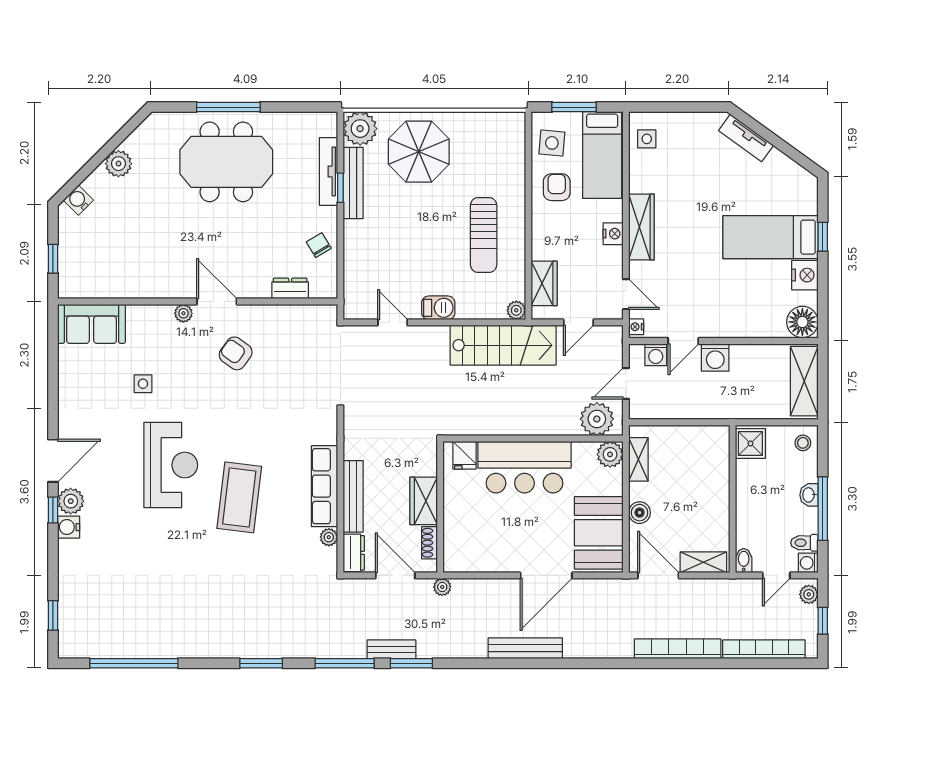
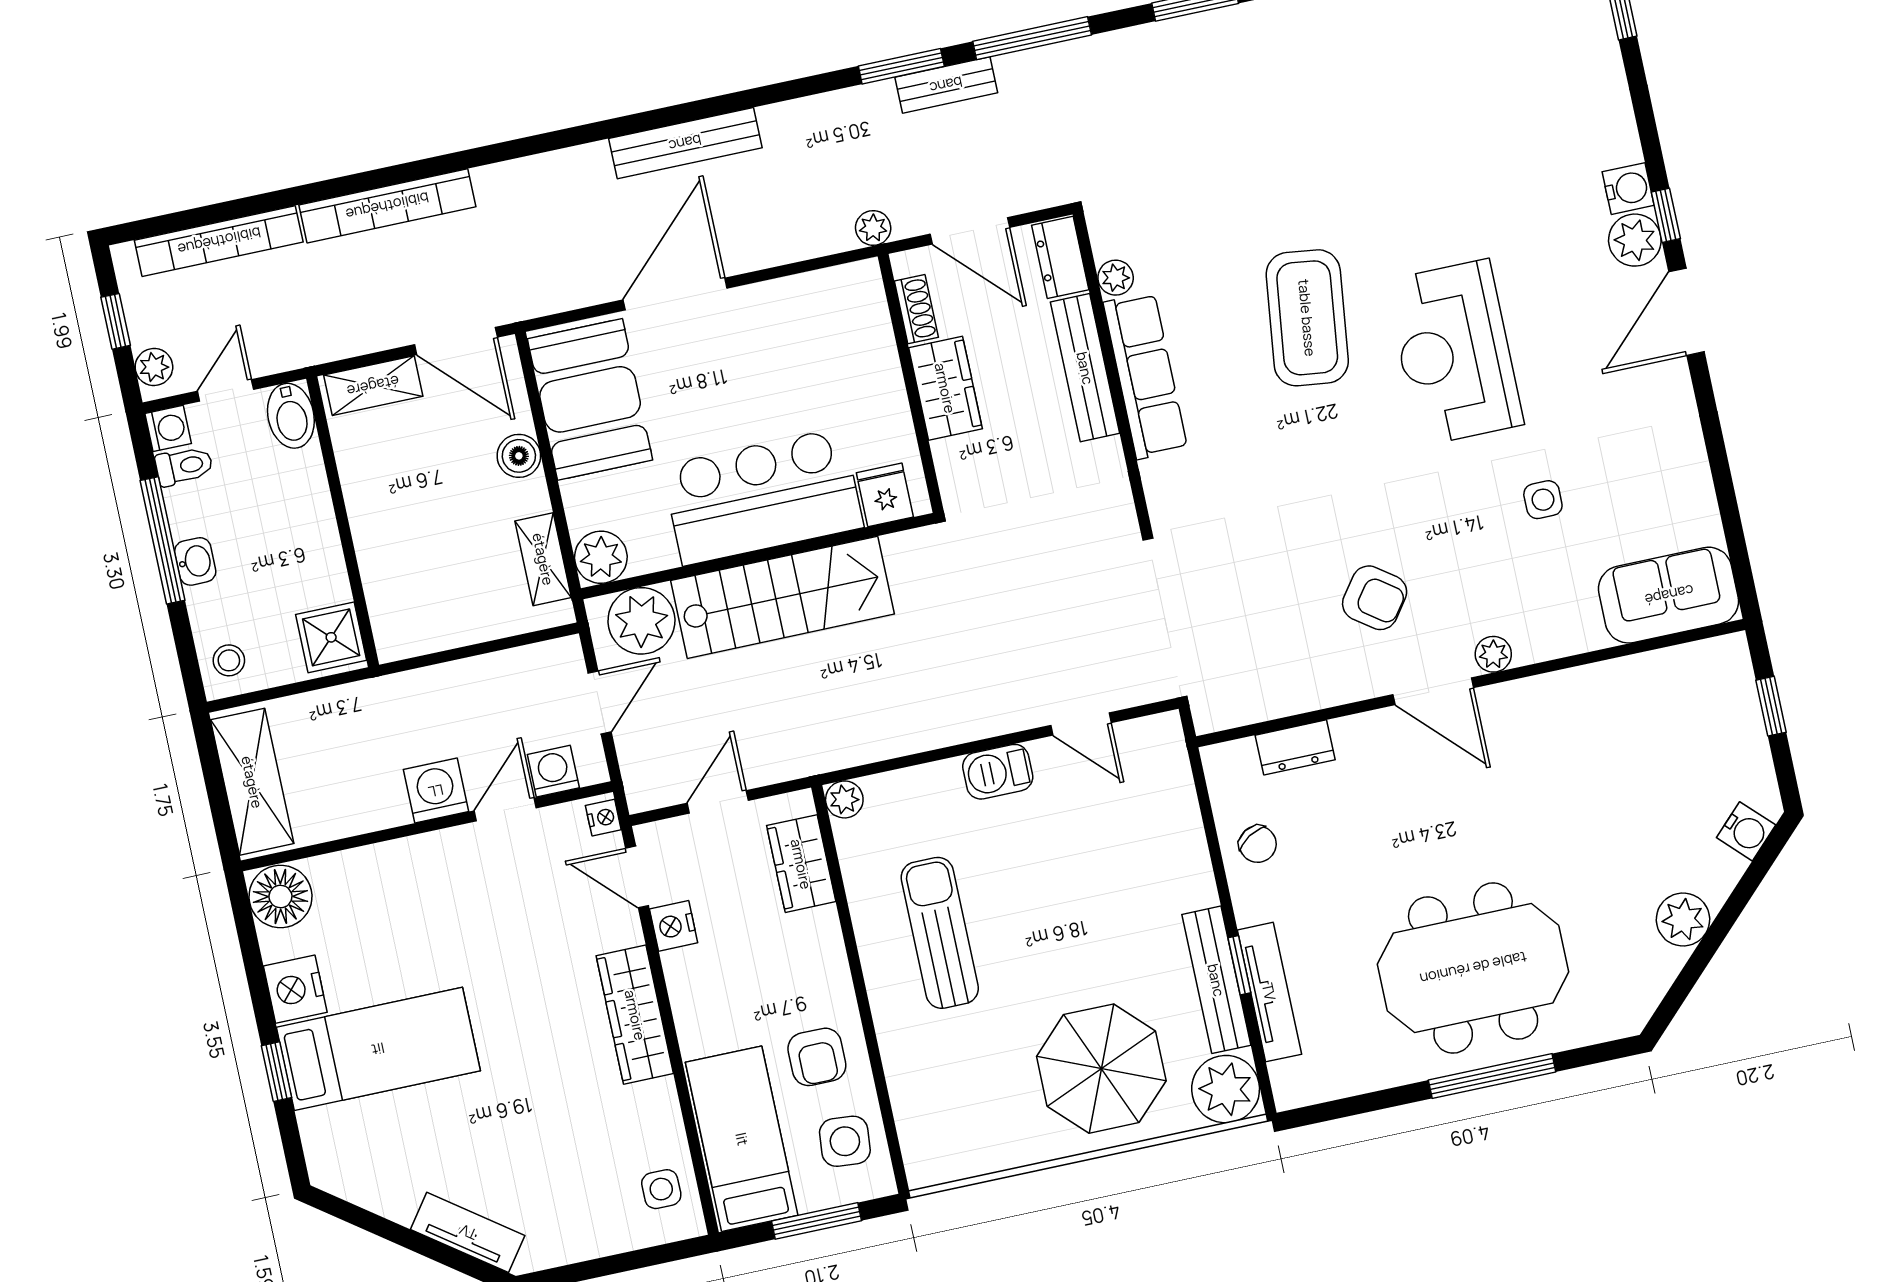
nightstand: (613, 234) -> (674, 926), moved
stairs: (503, 345) -> (783, 597), moved, turned 180
bidet: (744, 561) -> (291, 416), width x1.38, depth x1.36

